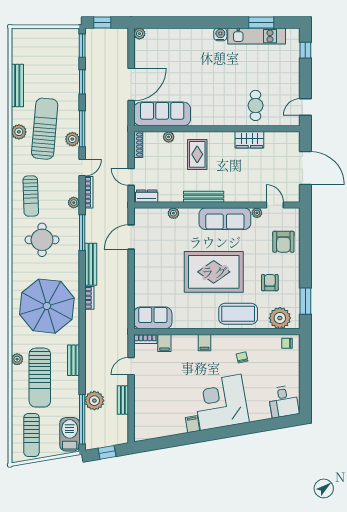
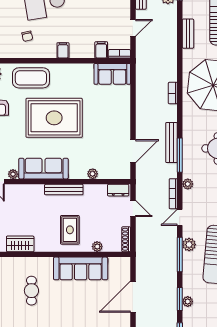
plant: (74, 79) -> (188, 302), added
cafe table: (256, 105) -> (31, 291), moved
sofa: (162, 114) -> (81, 268), moved
bench: (91, 264) -> (171, 143), moved

